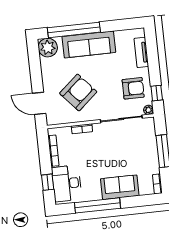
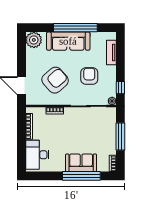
window: (74, 30) -> (75, 28), moved
armchair: (133, 88) -> (89, 76), moved, turned -90
window: (48, 182) -> (21, 152), removed
window: (98, 205) -> (81, 176), moved

